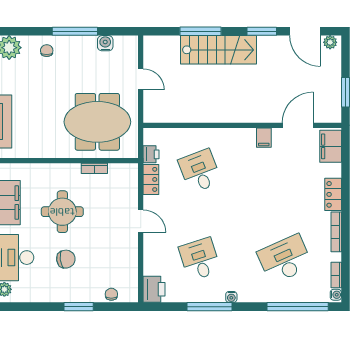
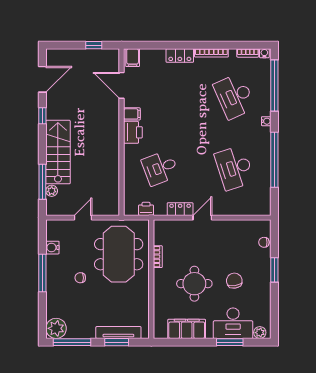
window: (201, 31) -> (42, 182), moved
window: (262, 31) -> (42, 116), width x0.67
plant: (330, 42) -> (52, 191), moved
chair: (47, 51) -> (80, 278), moved
window: (346, 92) -> (94, 45), width x0.67
filing cabinet: (331, 146) -> (133, 58), width x0.50
locker: (151, 179) -> (180, 209), moved
desk: (200, 259) -> (234, 168), width x1.37
printer: (154, 289) -> (133, 132), moved, turned 90
water cooler: (231, 297) -> (266, 121), moved
window: (209, 307) -> (274, 160), width x1.46

